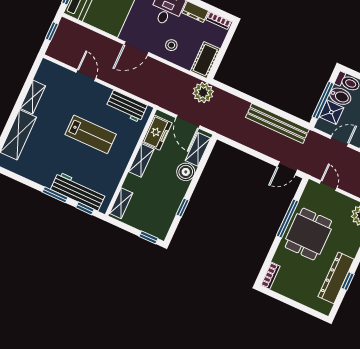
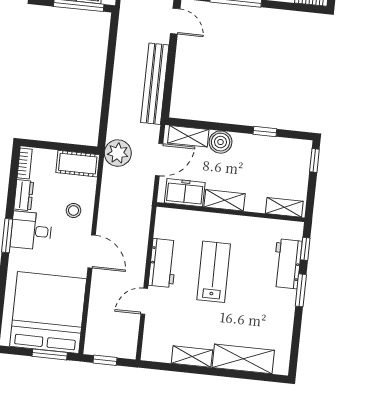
workbench: (127, 106) -> (163, 263), moved
bench: (277, 123) -> (155, 84), moved
workbench: (78, 191) -> (287, 264), width x0.73

